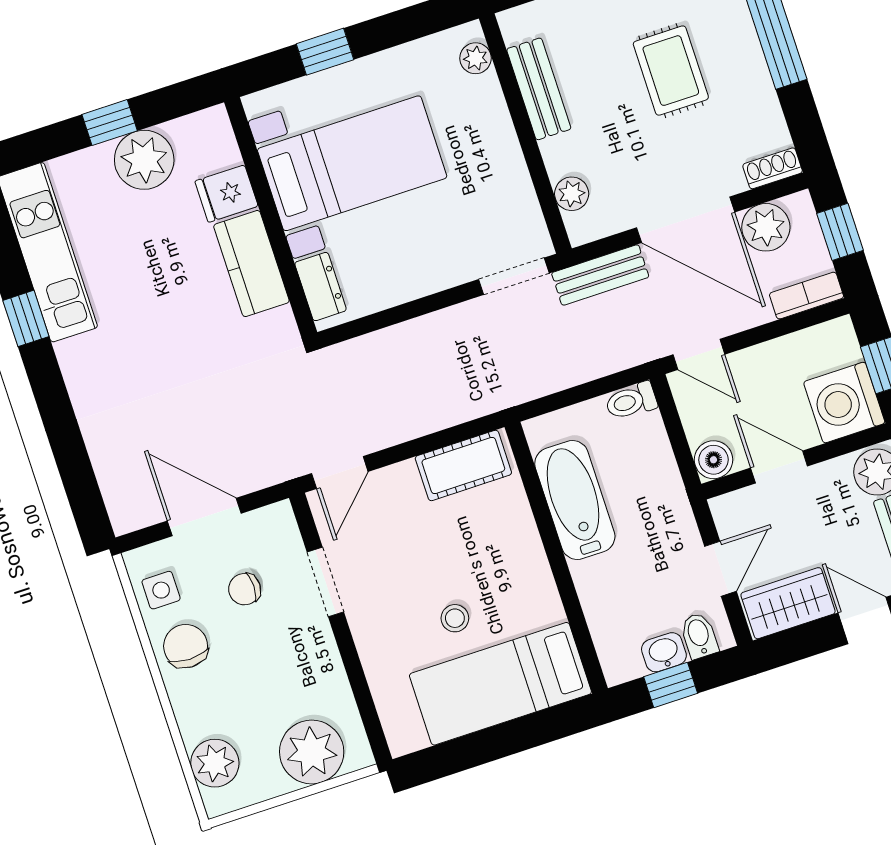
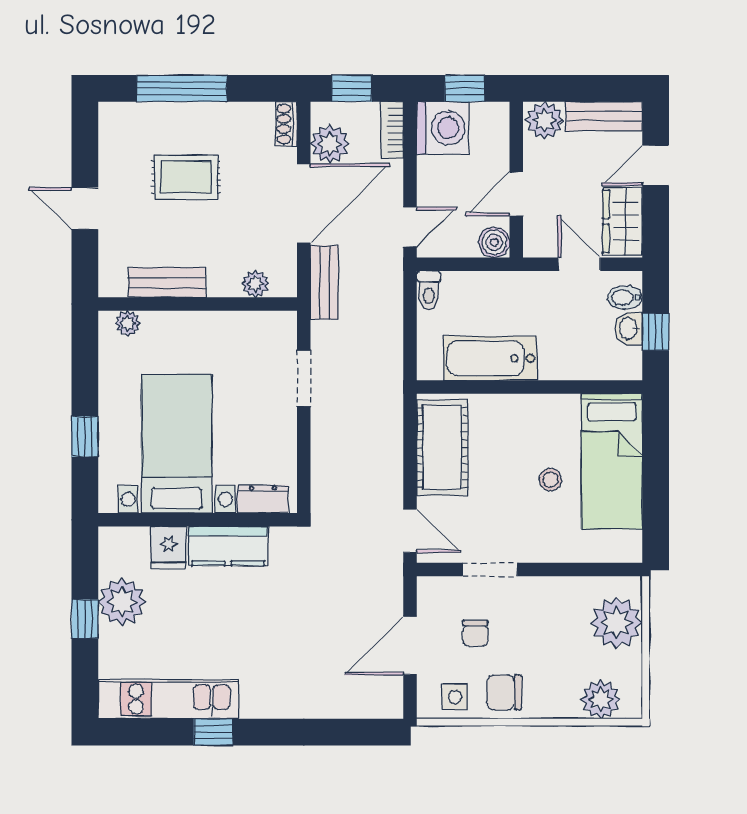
doorway: (514, 276) -> (304, 379), moved
washing machine: (844, 403) -> (443, 128), moved, turned -90
cot: (463, 465) -> (442, 448), width x1.37, depth x1.34

